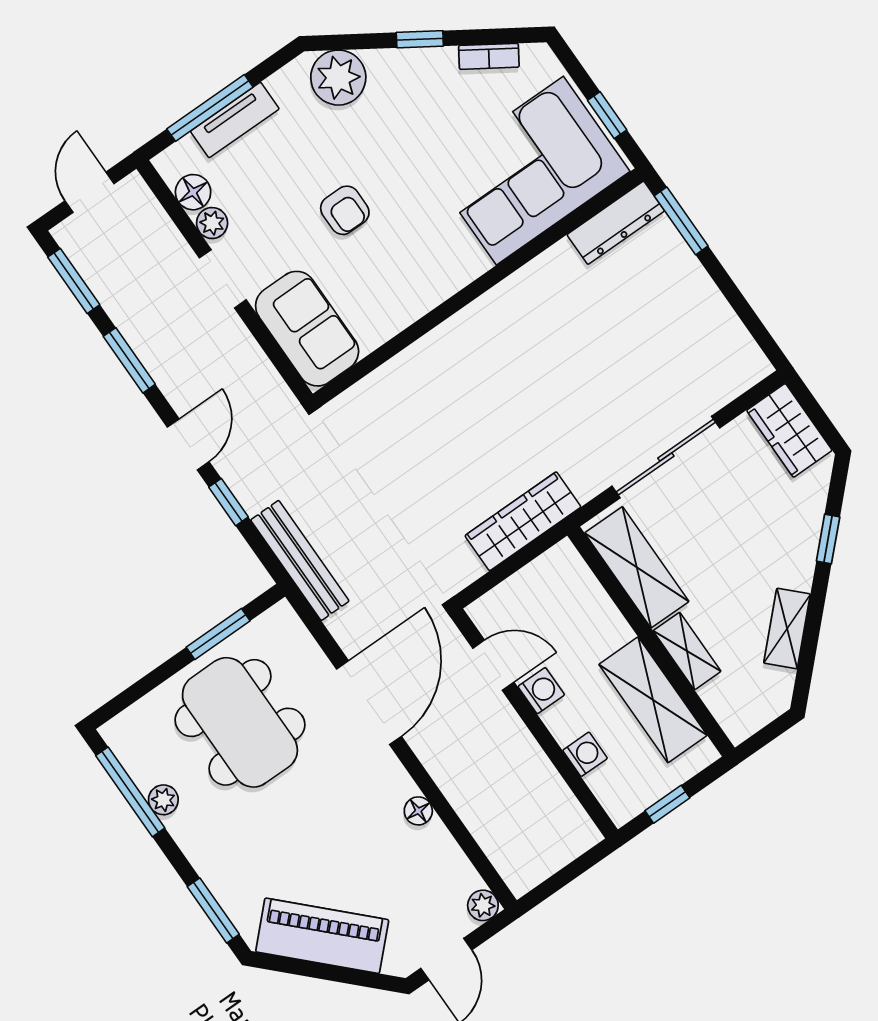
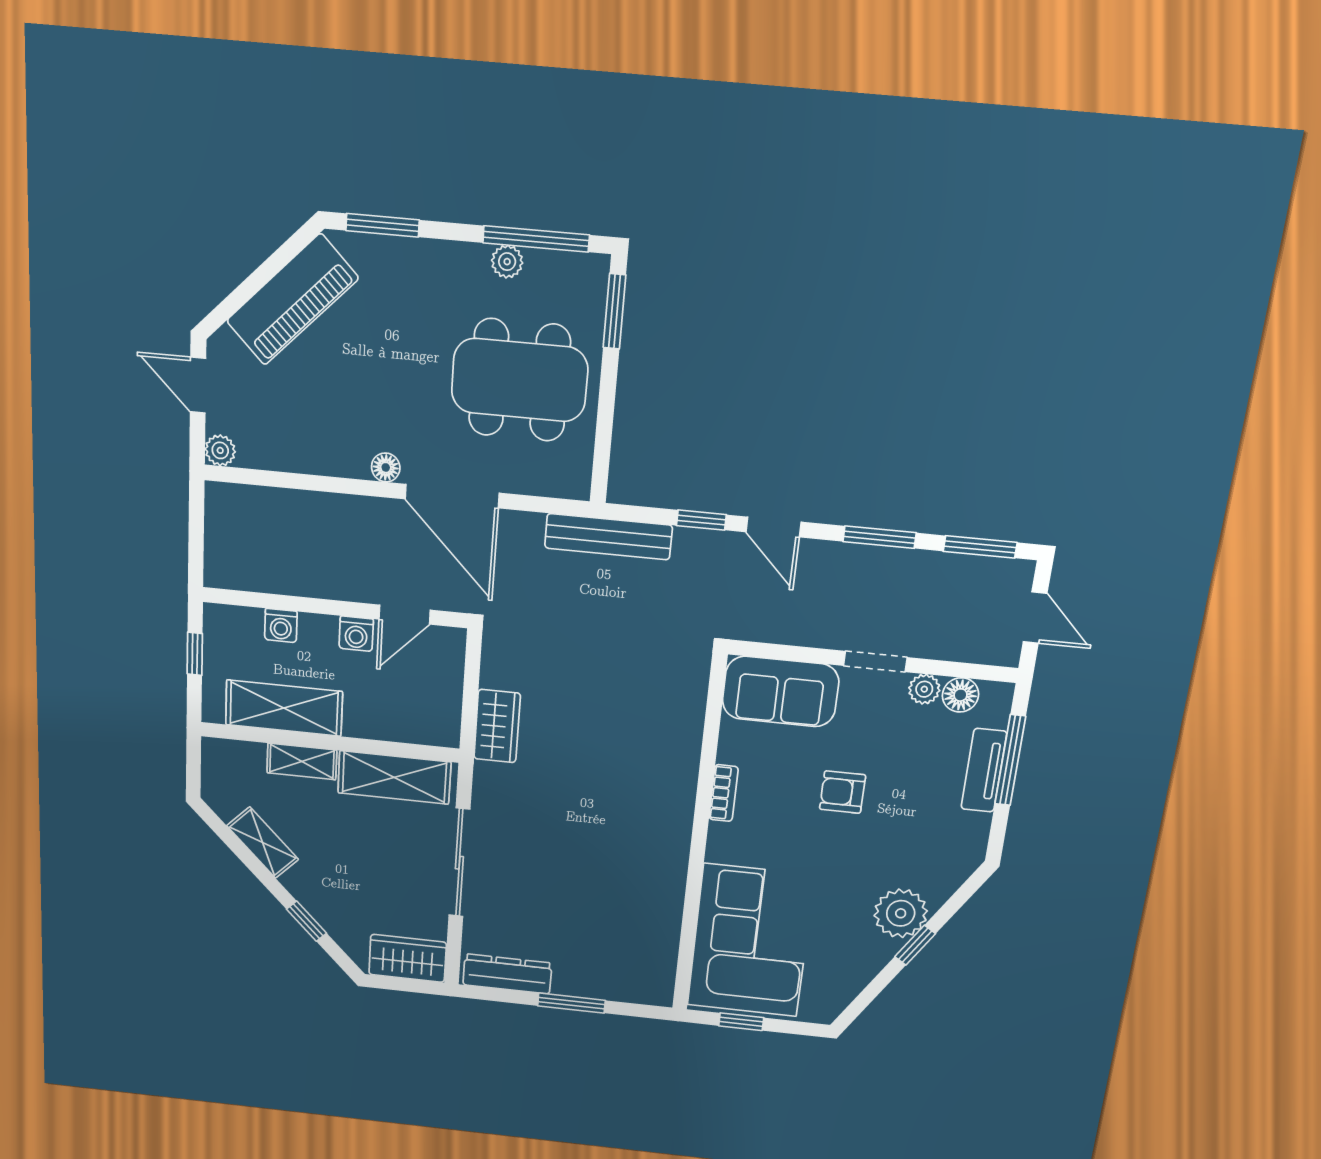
bookcase: (489, 56) -> (724, 793), moved, turned 147
plant: (338, 78) -> (901, 913), moved
window: (681, 221) -> (571, 1003), moved
dresser: (616, 223) -> (507, 974), moved, turned 90
wardrobe: (523, 521) -> (497, 726), width x0.67
window: (218, 634) -> (614, 311), moved
floor lamp: (418, 811) -> (386, 467), moved

